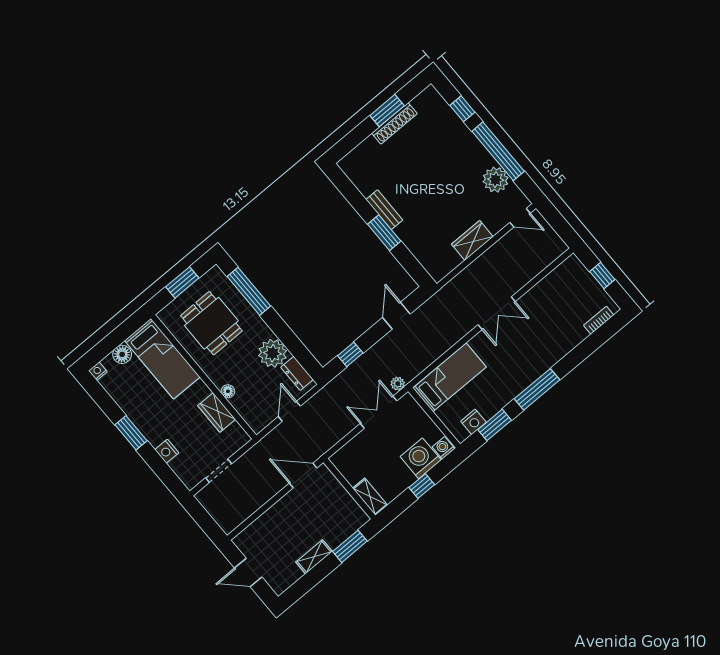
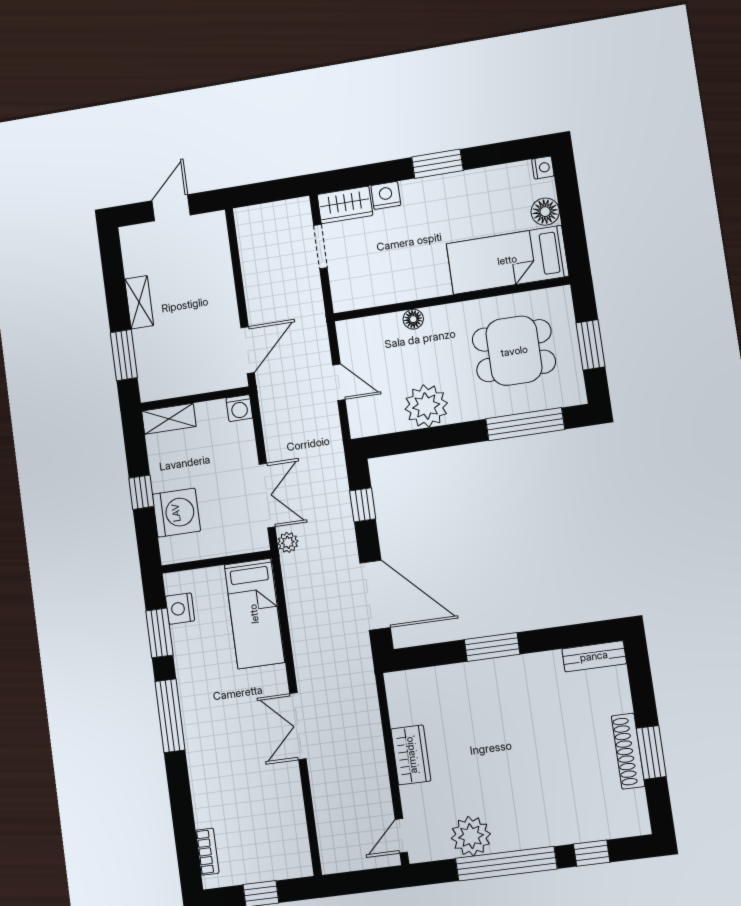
bench: (384, 210) -> (594, 656), moved
door: (396, 316) -> (375, 595), width x1.88
dresser: (297, 373) -> (381, 422), removed
wardrobe: (217, 412) -> (345, 205), moved, turned 180
washing machine: (443, 448) -> (239, 408), moved, turned 90

